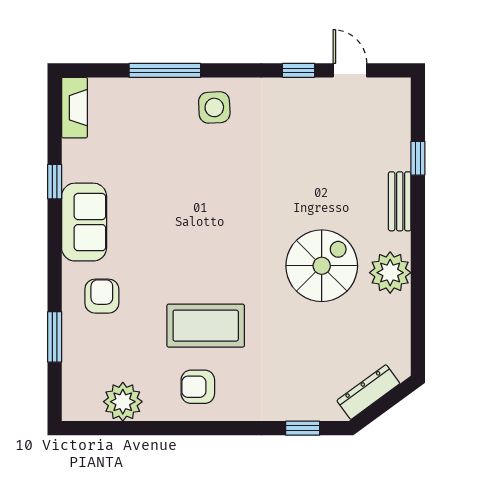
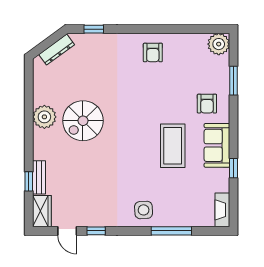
wardrobe: (395, 105) -> (42, 211), added
bench: (400, 201) -> (39, 177), moved
coffee table: (206, 326) -> (173, 146), moved, turned 90
armchair: (198, 387) -> (153, 52), turned 90
plant: (123, 402) -> (219, 44), moved

